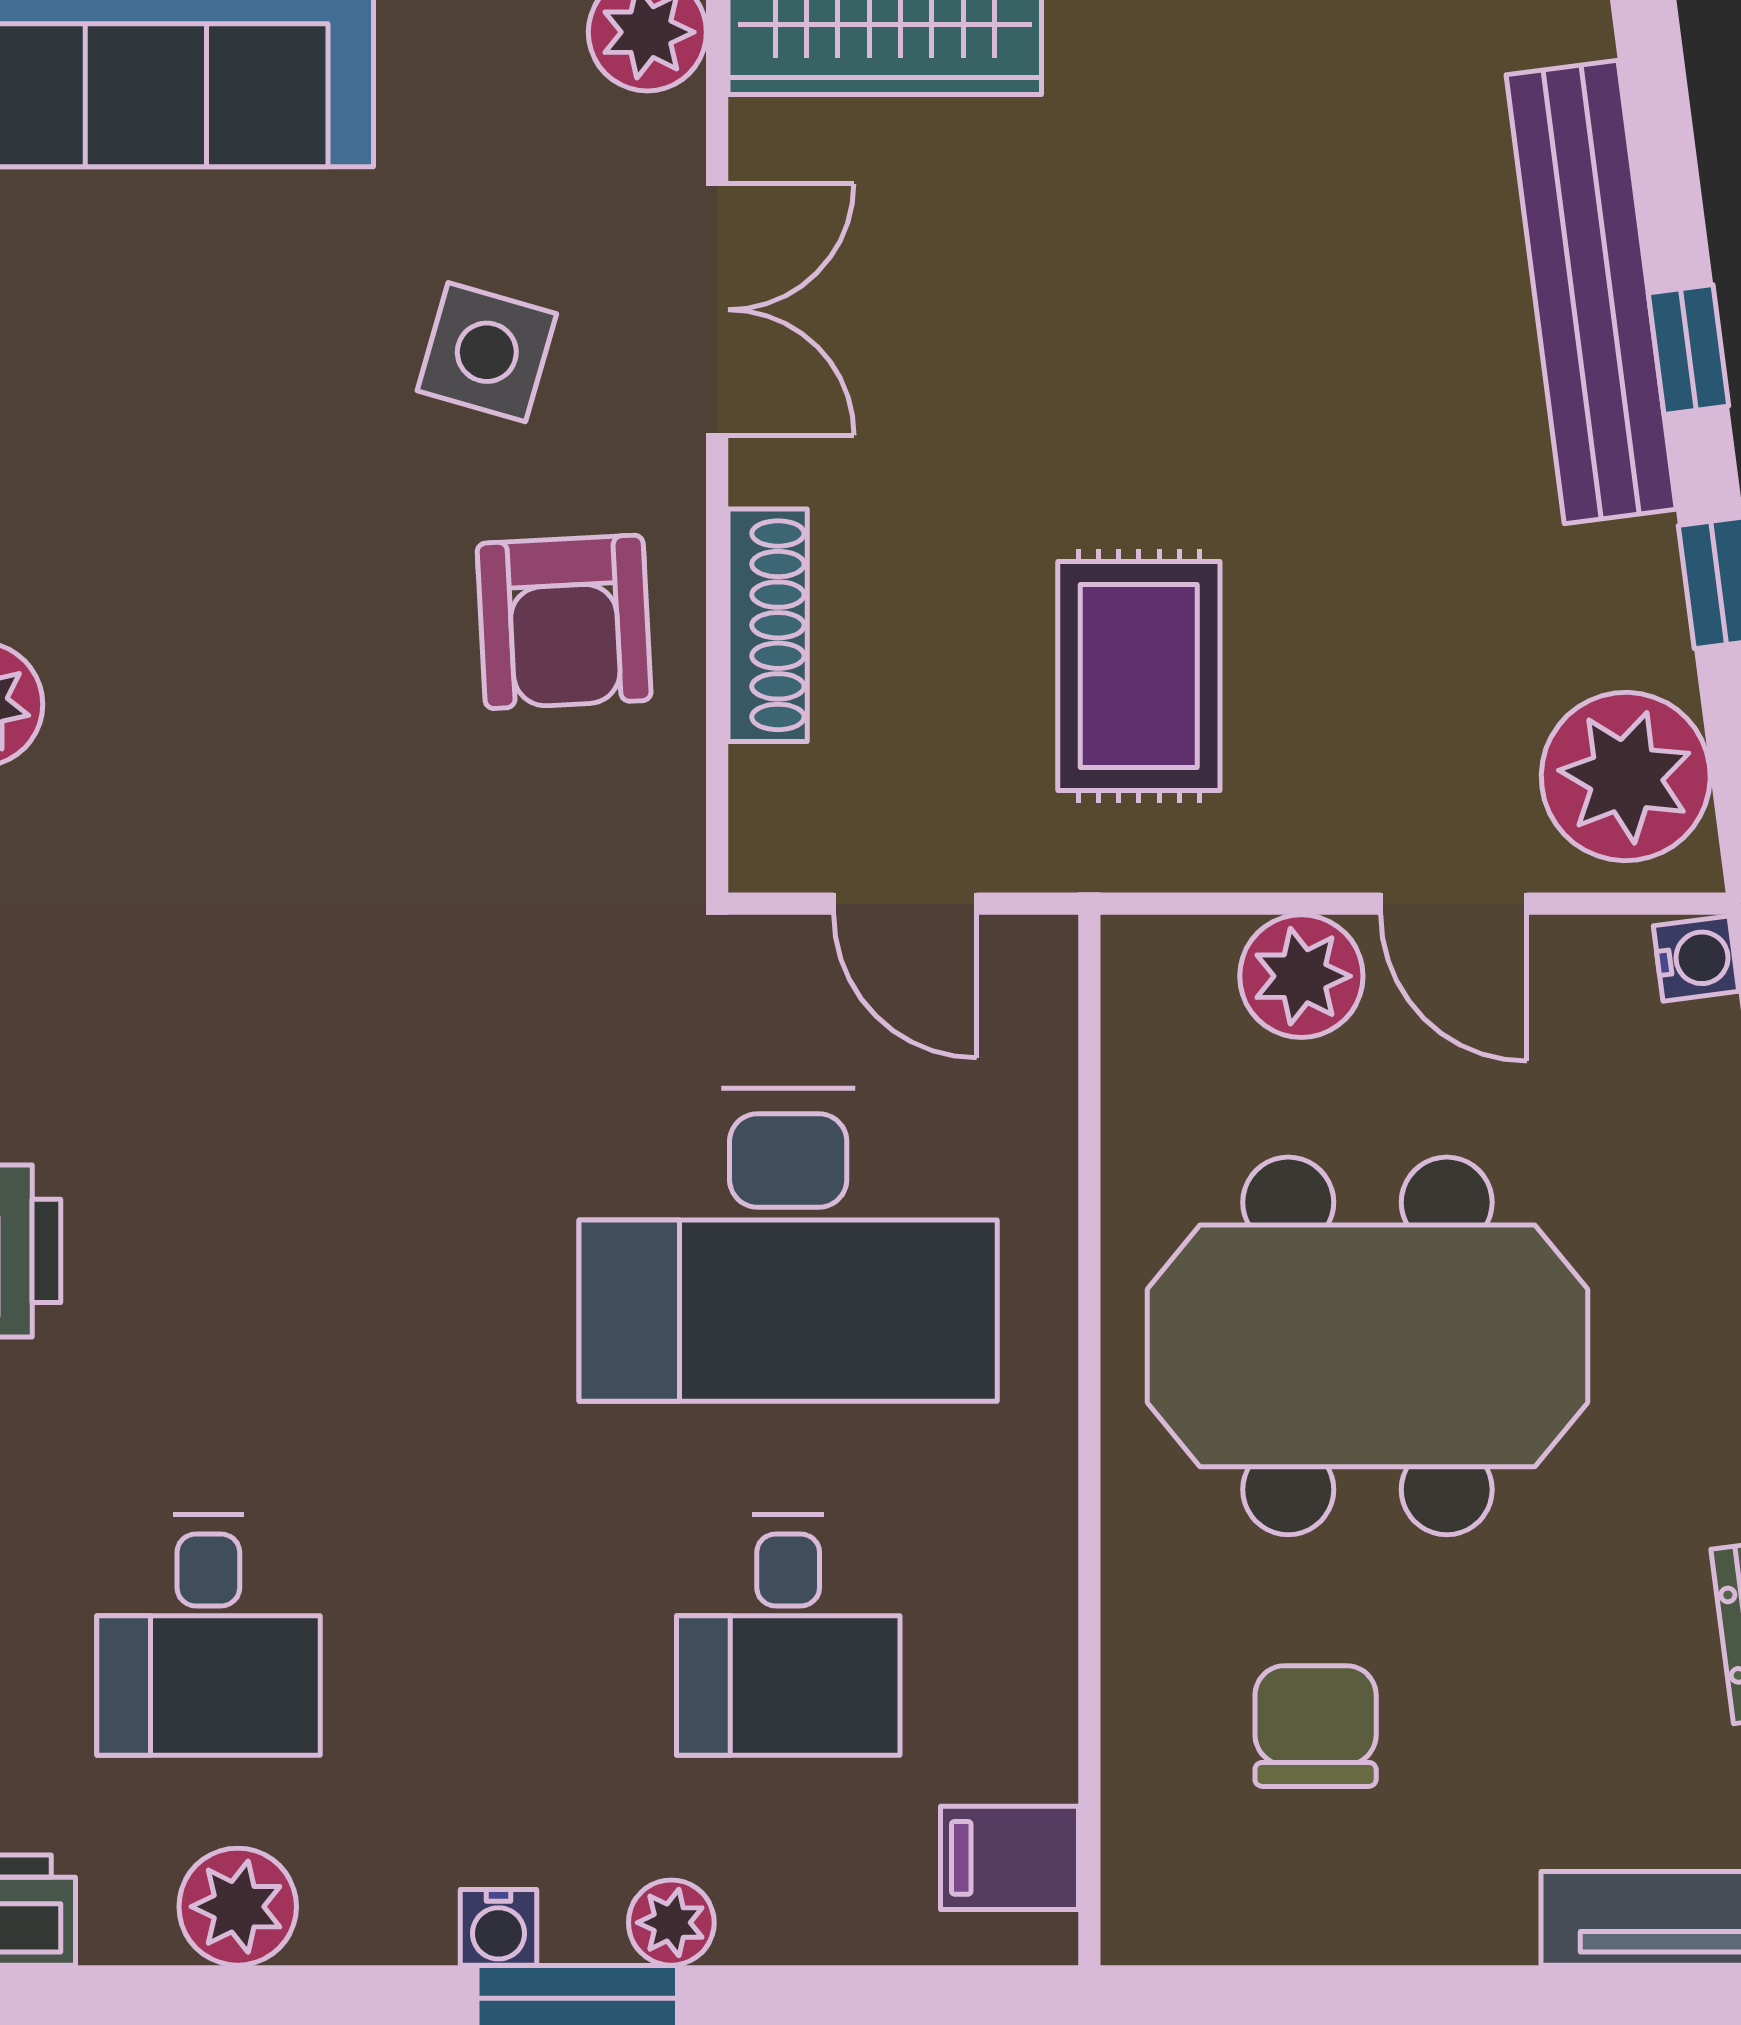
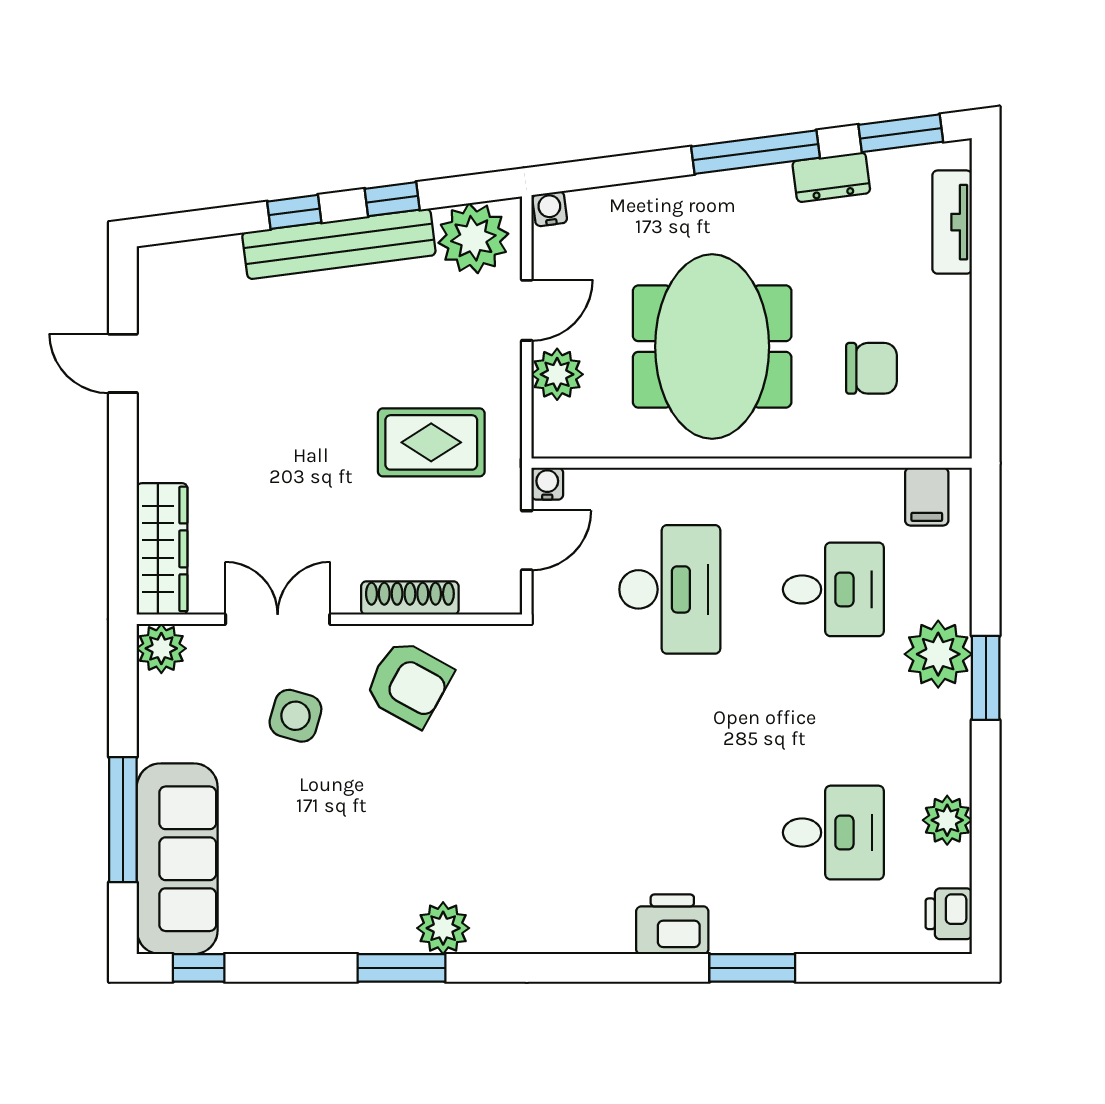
bench: (1591, 292) -> (339, 244), moved
armchair: (564, 622) -> (409, 683), turned 32
desk: (788, 1245) -> (670, 589), width x0.73, depth x0.77
chair: (1316, 1726) -> (871, 368), turned 180
plant: (671, 1923) -> (938, 654), width x1.88, depth x1.88
water cooler: (498, 1927) -> (547, 484), moved, turned -90

